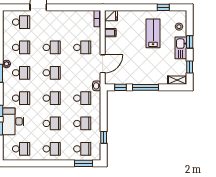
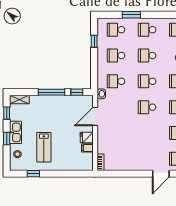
fridge: (111, 16) -> (87, 137), moved
school desk: (52, 47) -> (147, 133), removed
school desk: (82, 47) -> (116, 133), removed
window: (84, 163) -> (131, 15), moved

